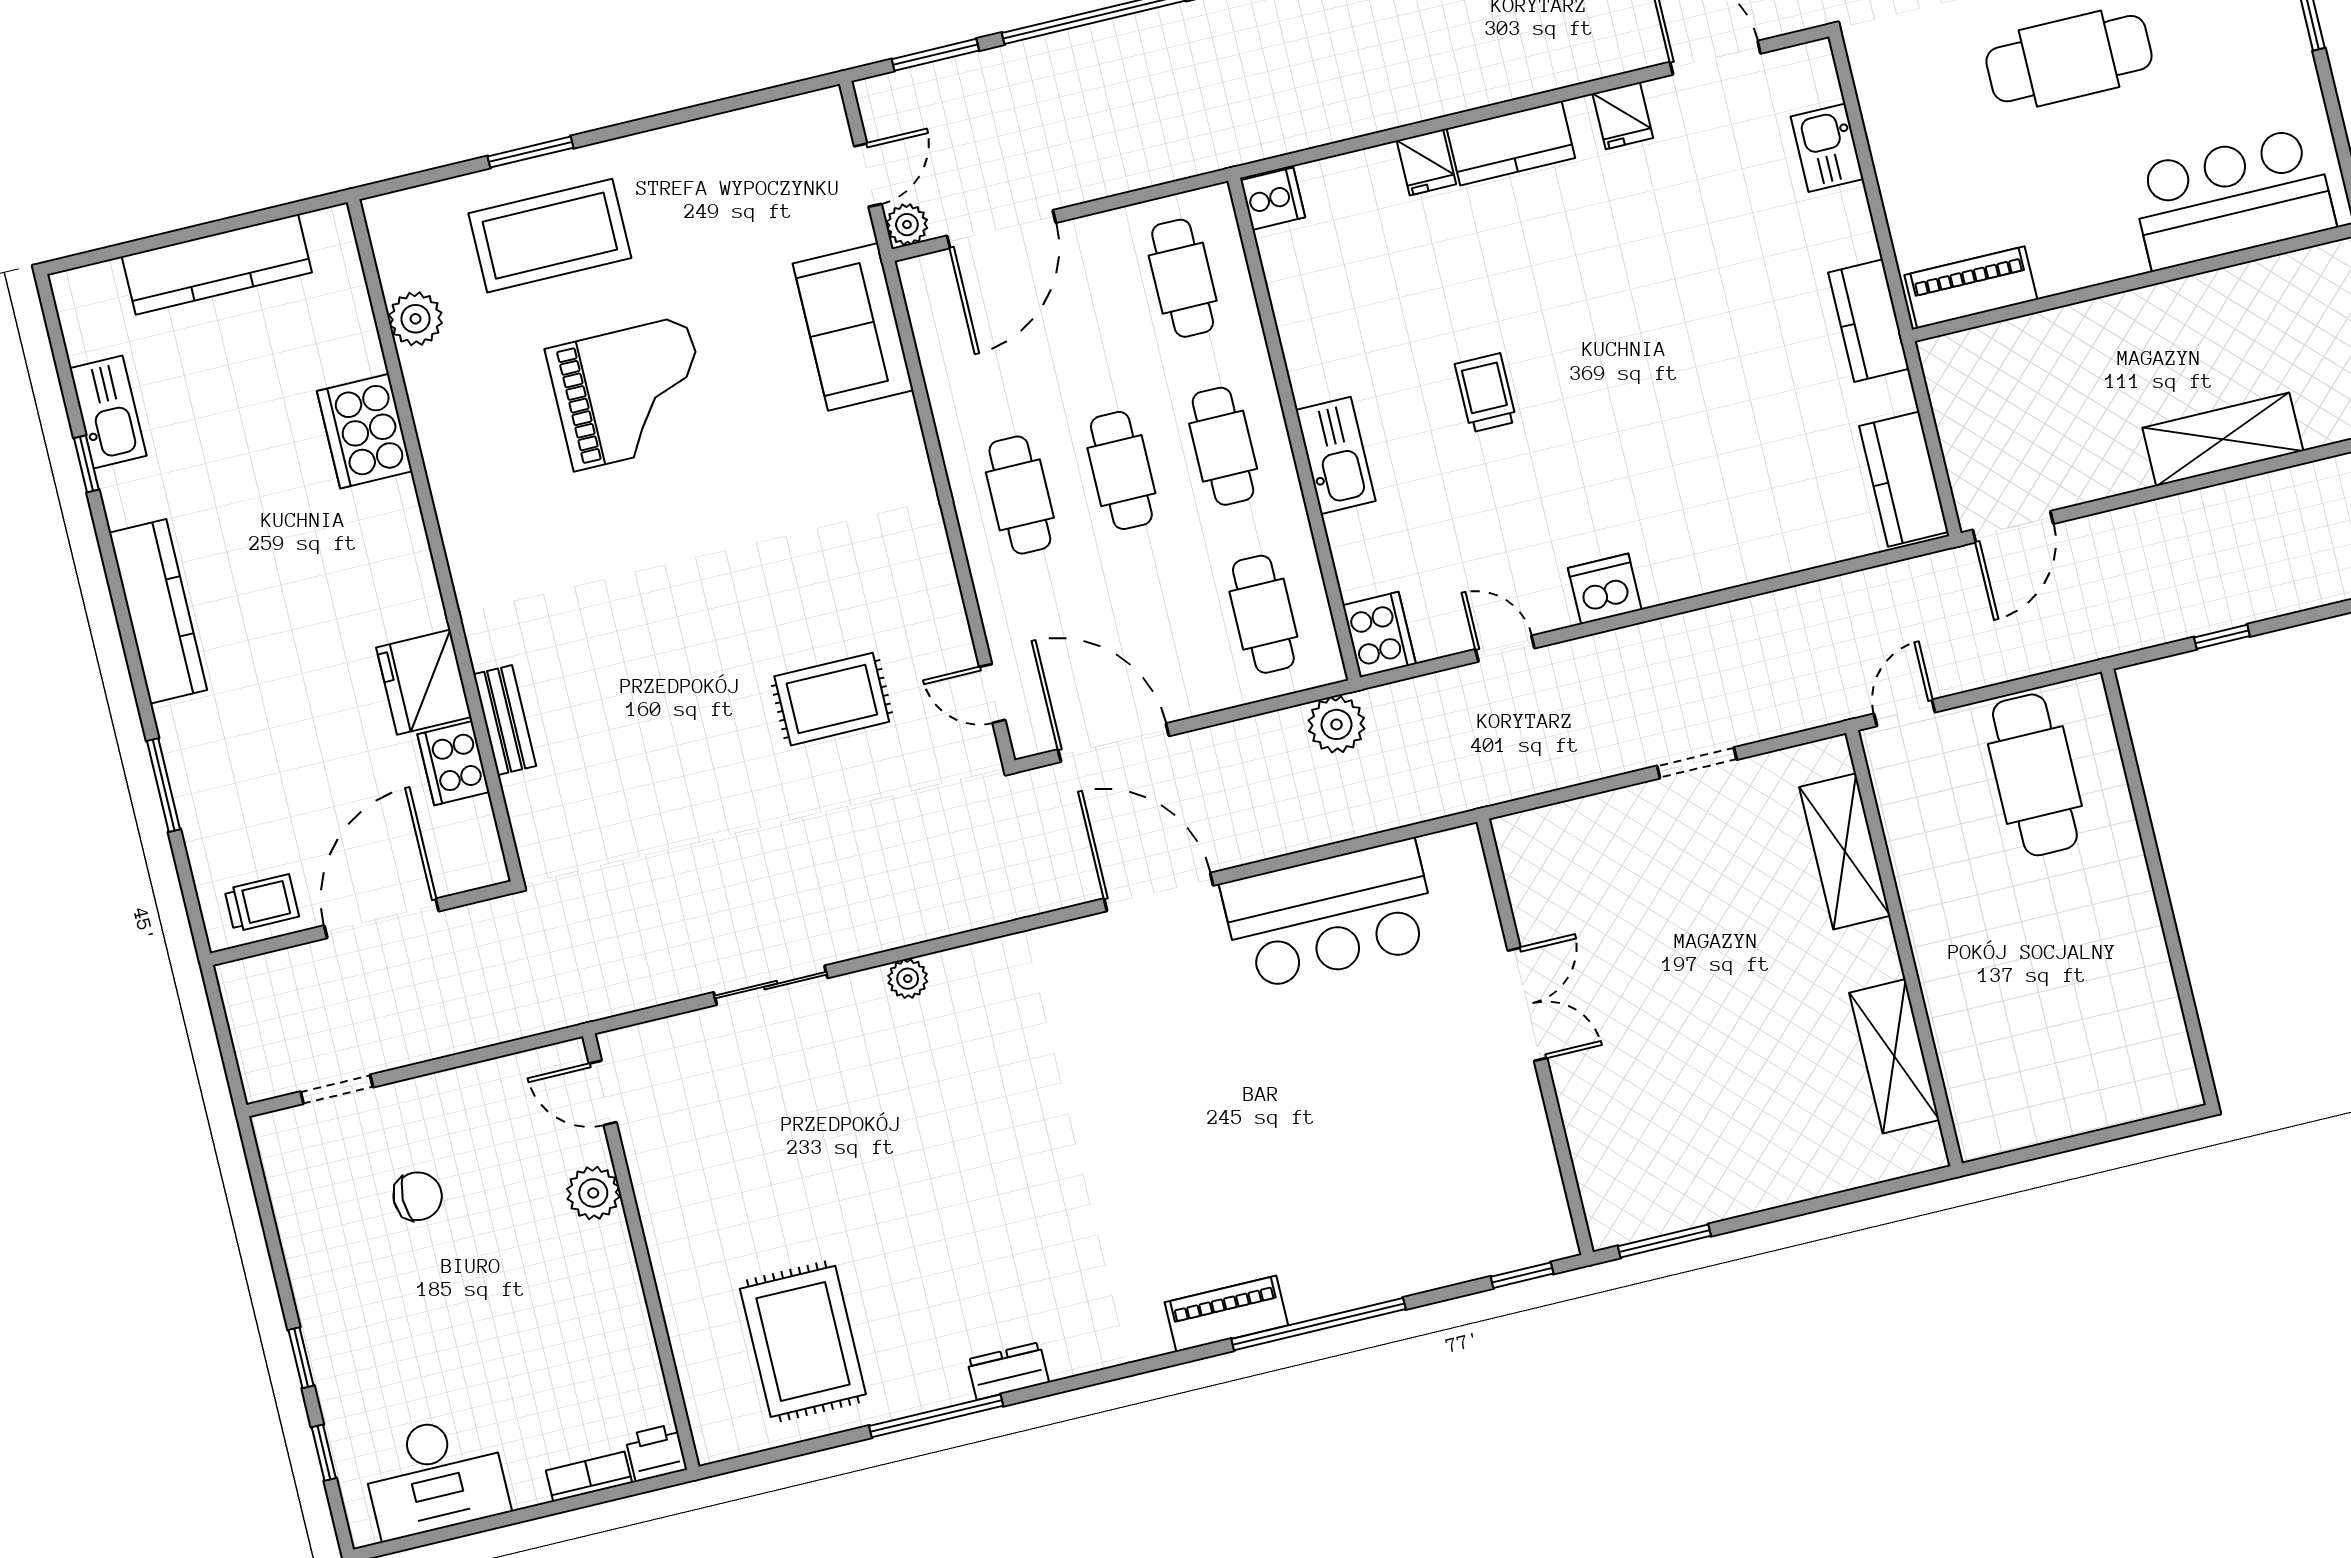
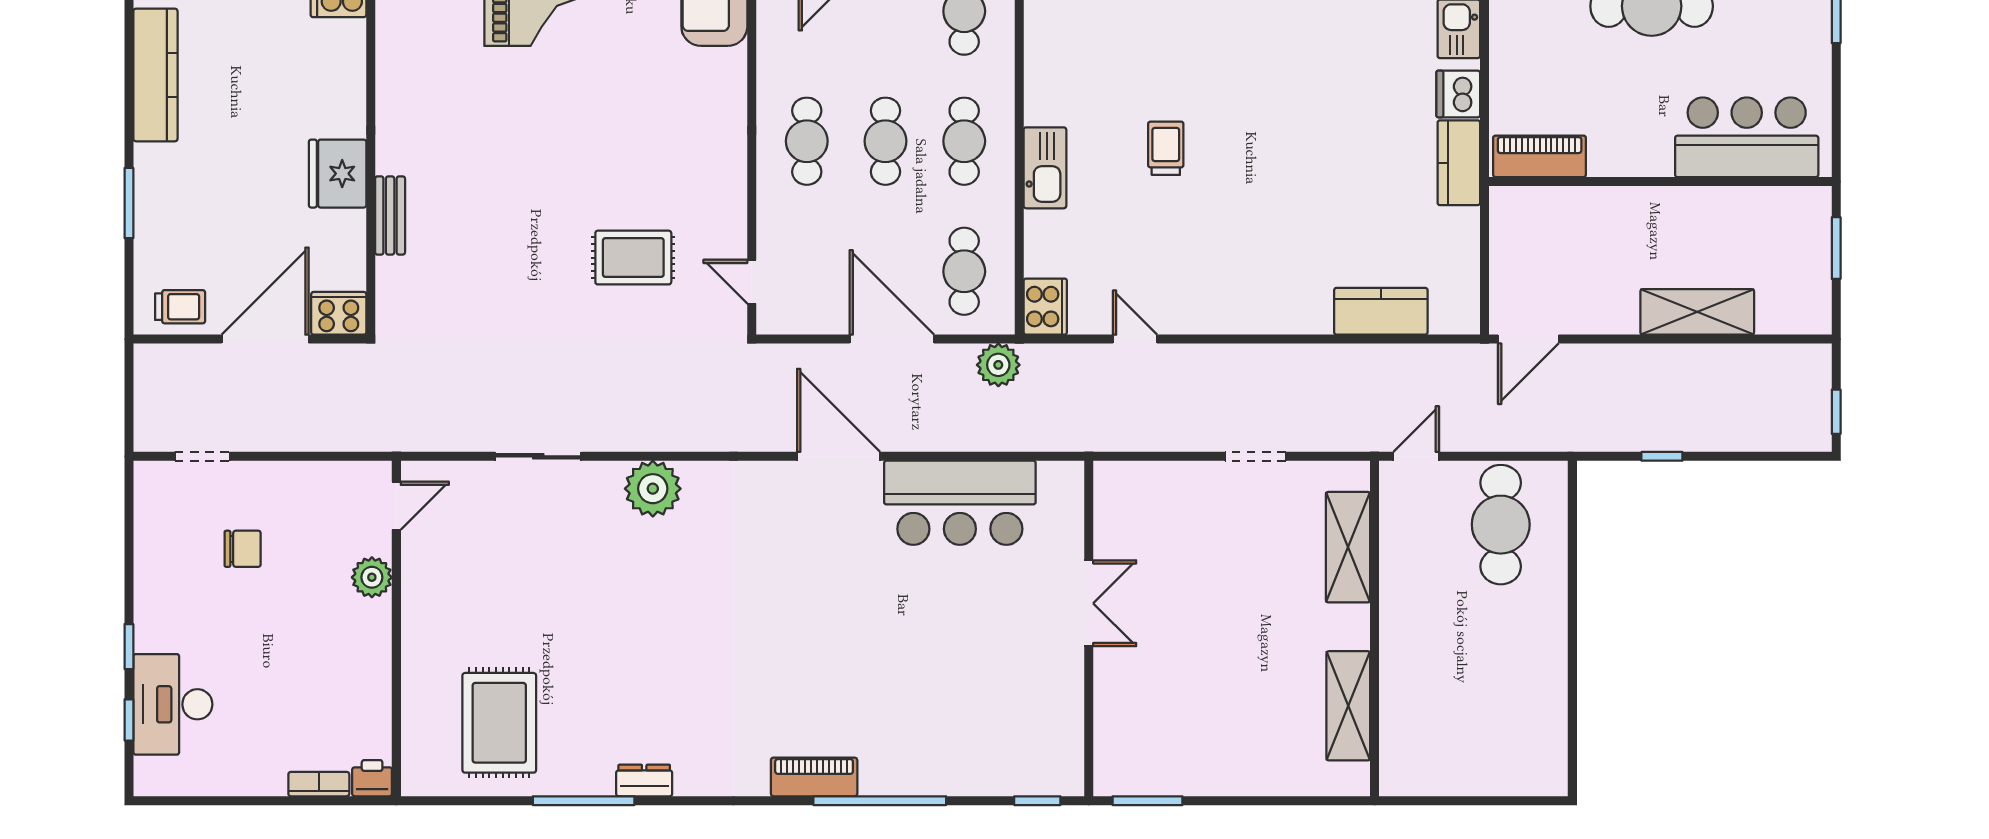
kitchen counter: (1904, 479) -> (1381, 311), moved, turned 90
dishwasher: (1605, 589) -> (1458, 94), moved, turned -90
door: (1113, 743) -> (892, 339), moved
cooker: (453, 763) -> (339, 313), moved, turned 90
plant: (908, 979) -> (653, 489), width x1.88, depth x1.88
door: (603, 1093) -> (396, 506), swing flipped
desk: (435, 1476) -> (173, 704), moved, turned 90

